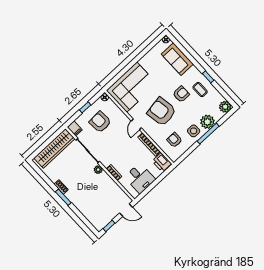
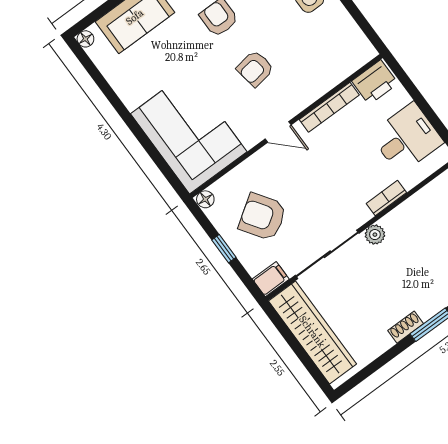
armchair: (162, 112) -> (255, 69), width x0.53, depth x0.53
armchair: (100, 122) -> (263, 217), turned 59
armchair: (174, 140) -> (326, 46), removed

